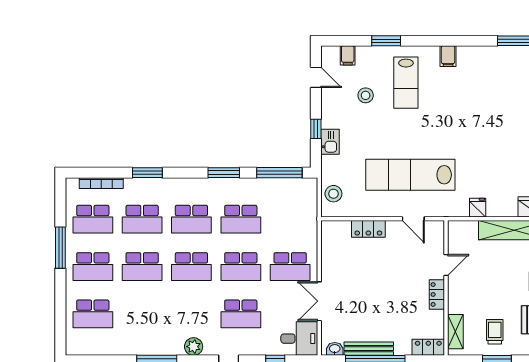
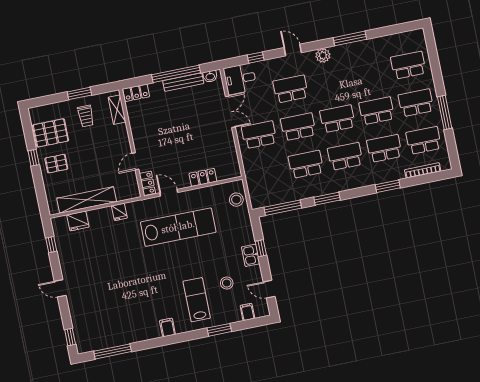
kitchen sink: (330, 142) -> (251, 255), moved
locker: (437, 294) -> (147, 183), moved

